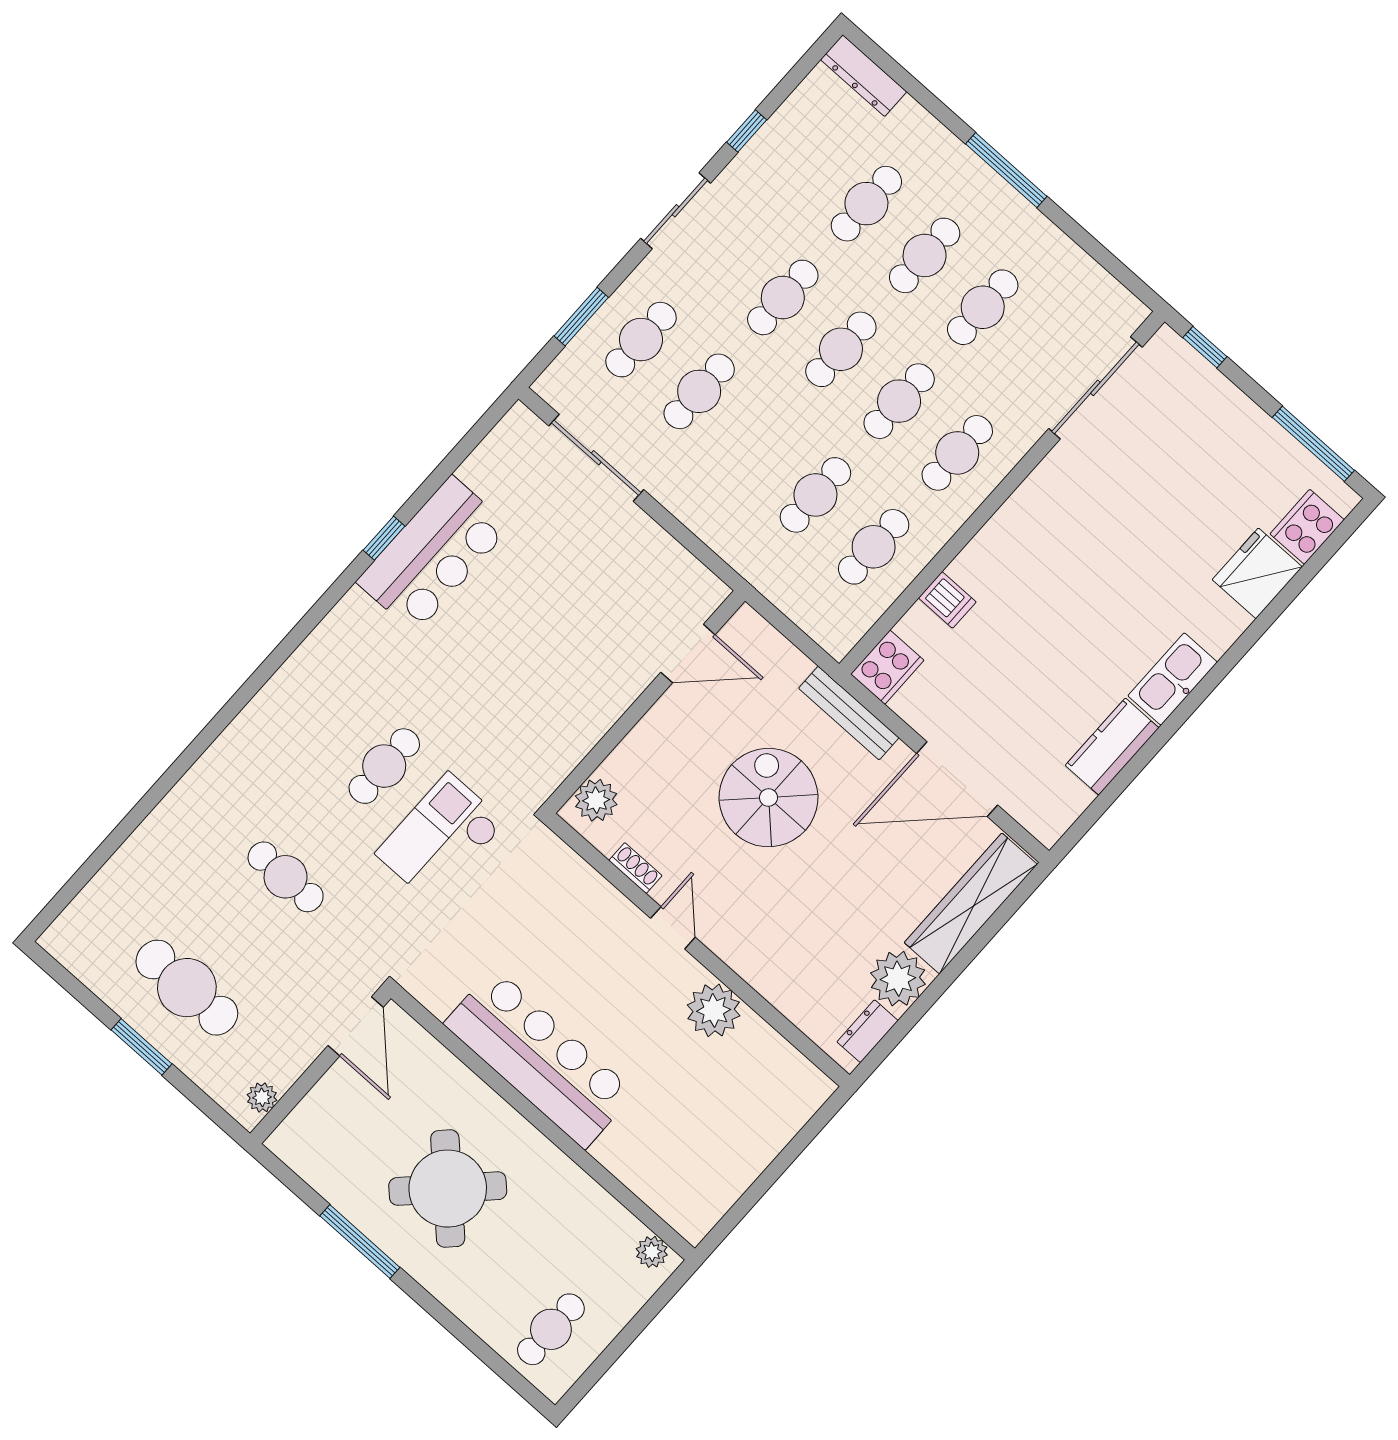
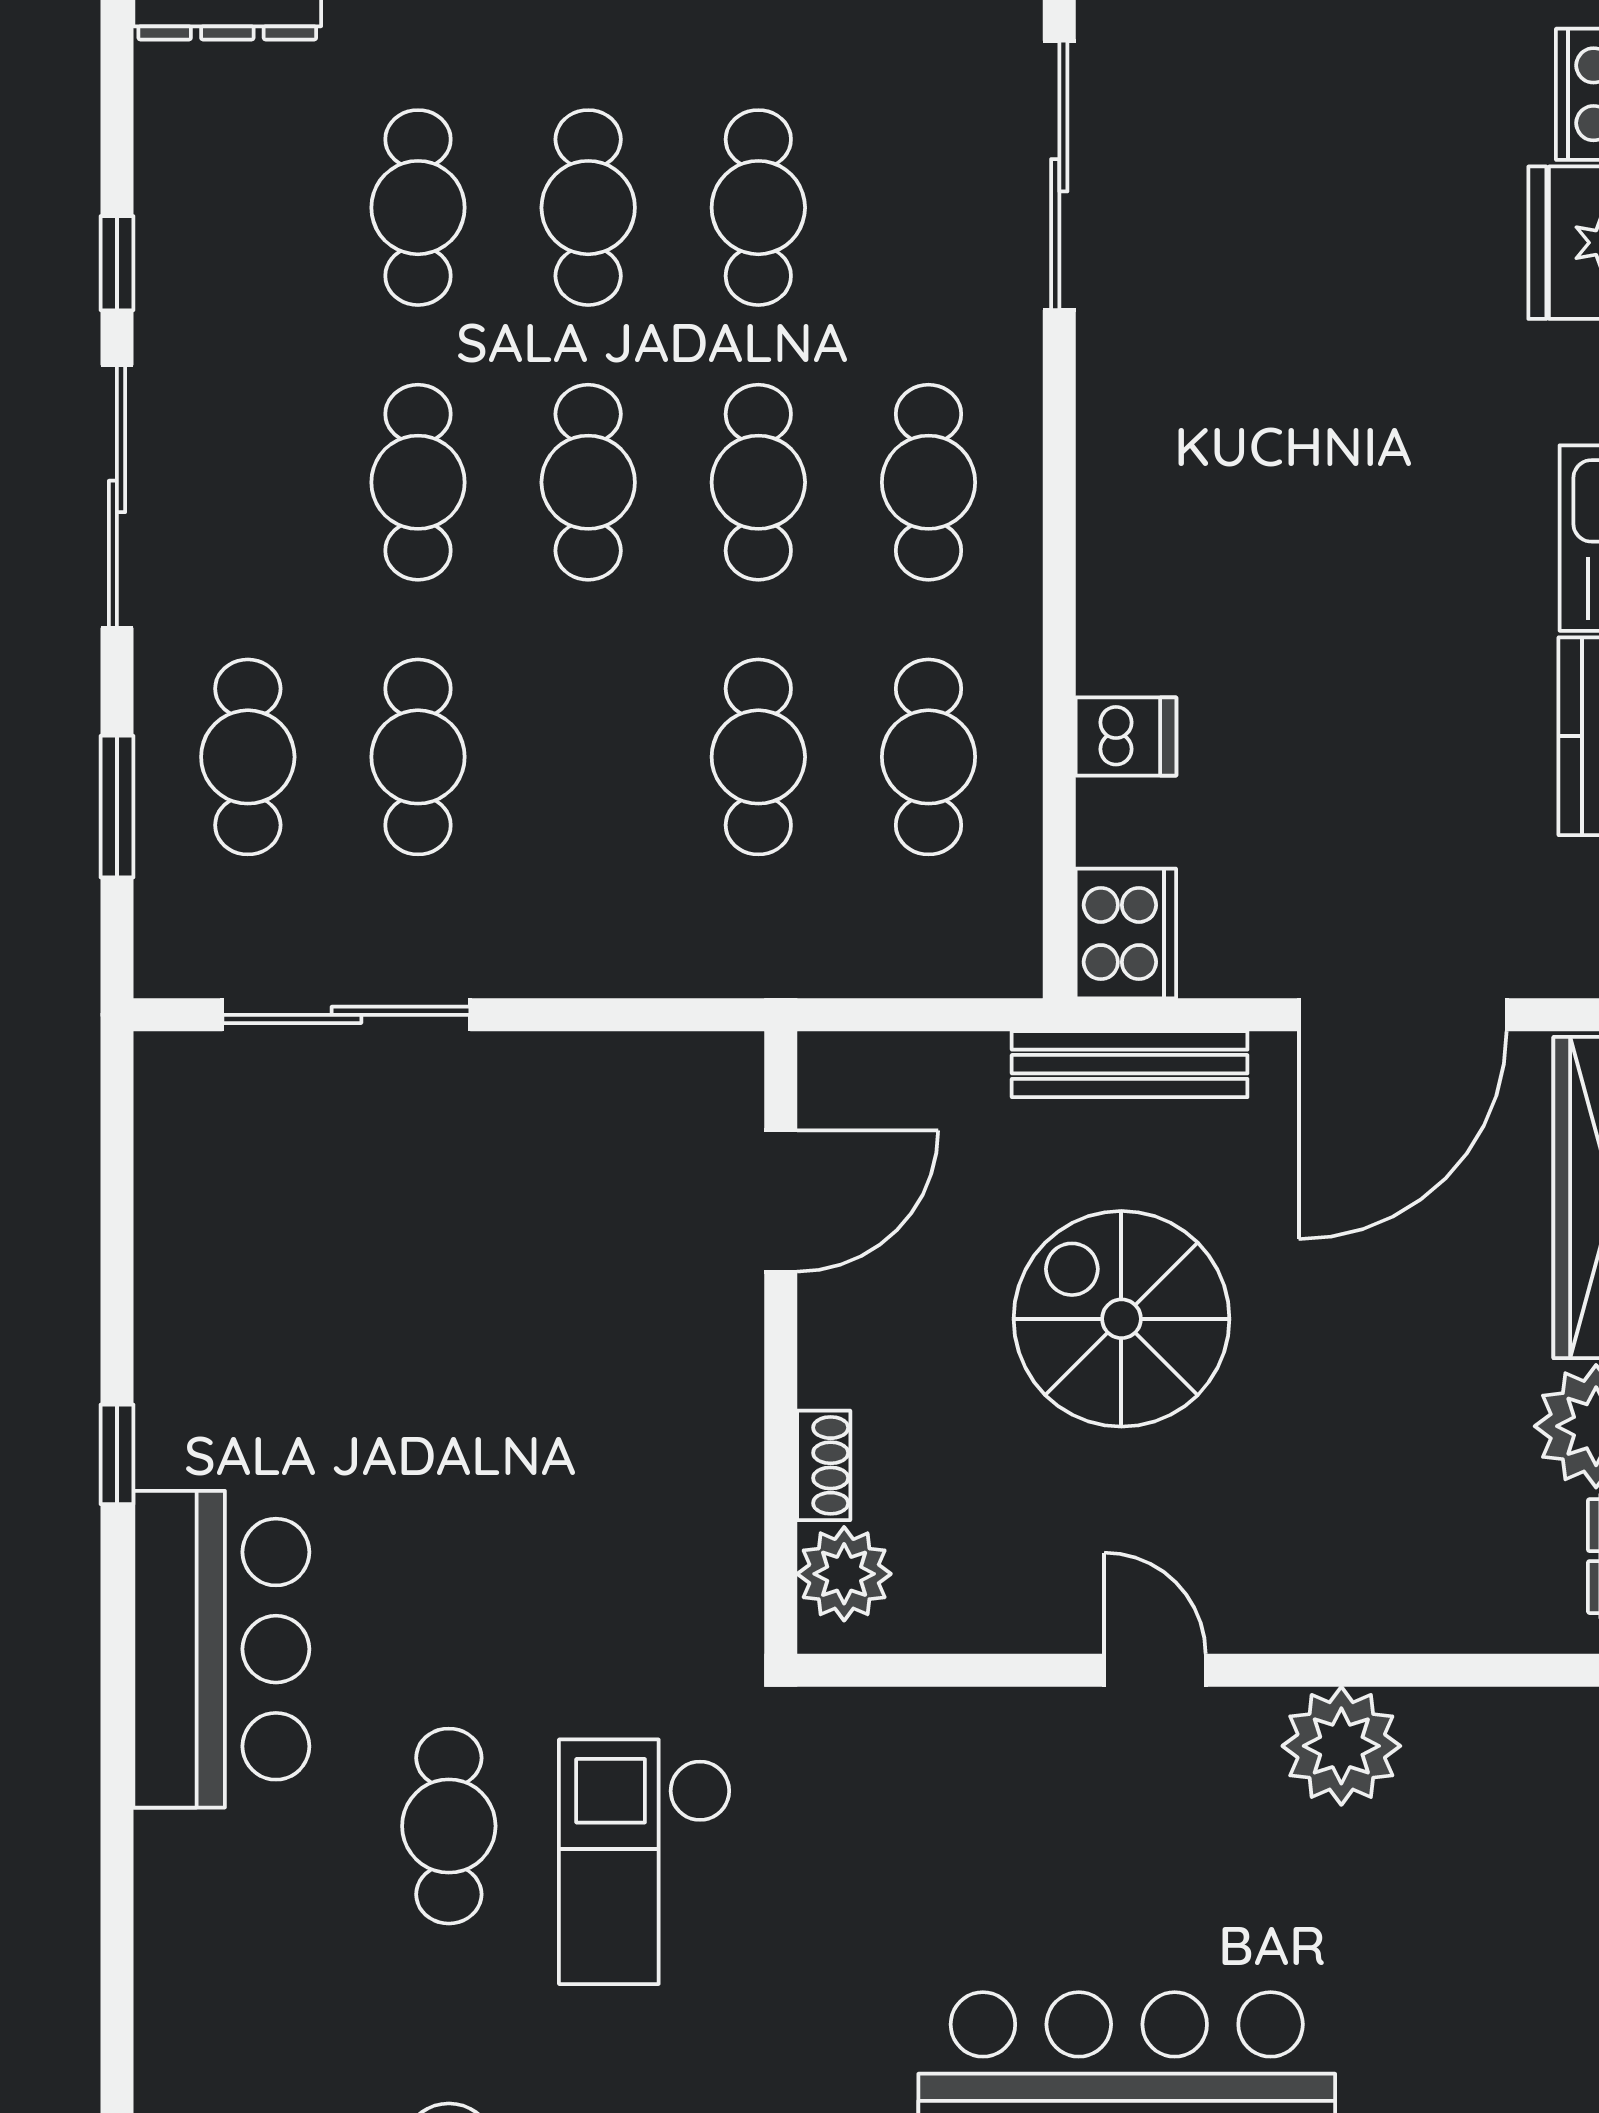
sliding door: (676, 211) -> (117, 496), width x1.37
bar counter: (433, 555) -> (221, 1649), moved
shoe rack: (635, 868) -> (824, 1465), moved, turned 90

